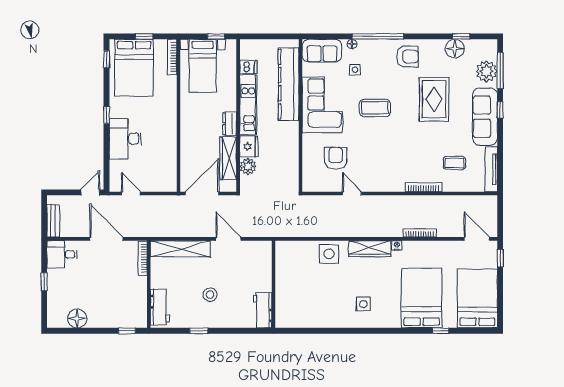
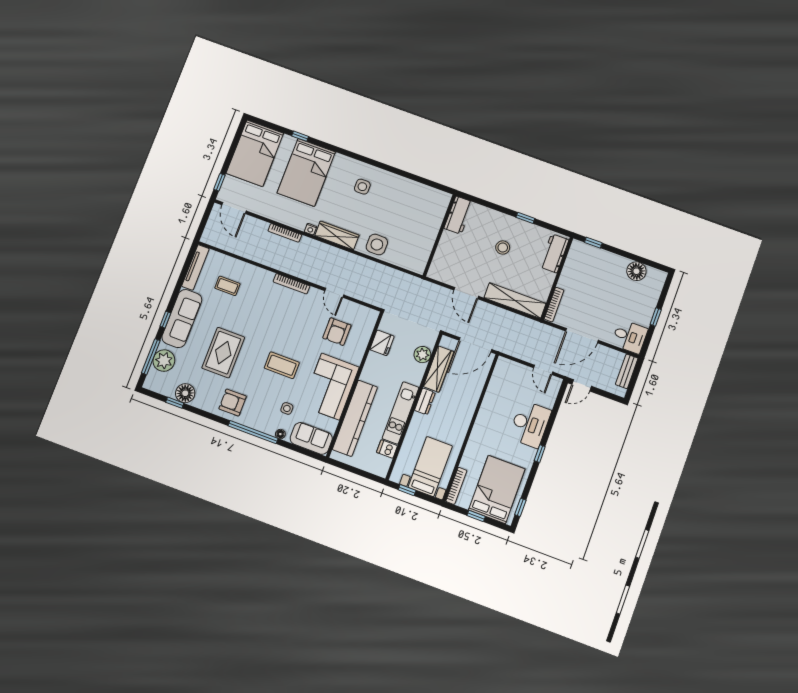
fridge: (249, 146) -> (382, 343), moved, turned 180
bookcase: (424, 187) -> (291, 284), moved
door: (106, 239) -> (582, 336), hinge flipped

